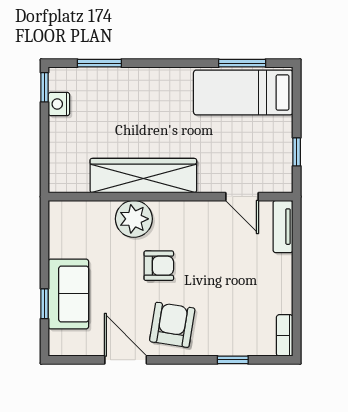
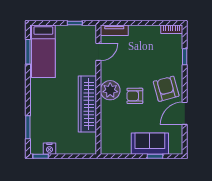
plant: (134, 219) -> (110, 90), moved
armchair: (159, 266) -> (135, 96), turned -90
armchair: (172, 325) -> (166, 89), turned 66

